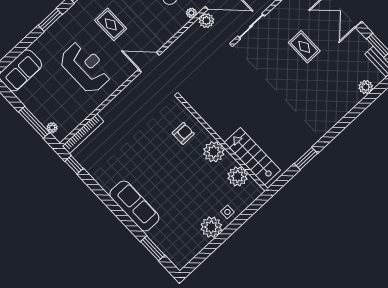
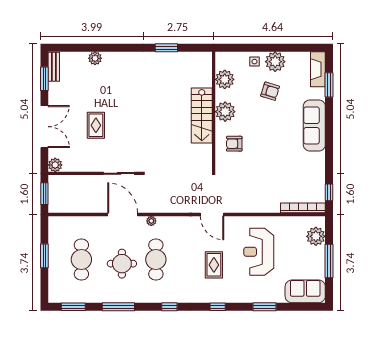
window: (50, 20) -> (265, 307), moved
plant: (206, 21) -> (146, 206), removed
plant: (366, 87) -> (95, 58), moved
window: (34, 122) -> (329, 261), moved
plant: (52, 128) -> (316, 236), width x1.88, depth x1.88
stairs: (252, 156) -> (202, 116), moved
armchair: (194, 200) -> (270, 91), added
fireplace: (173, 252) -> (318, 69), added

